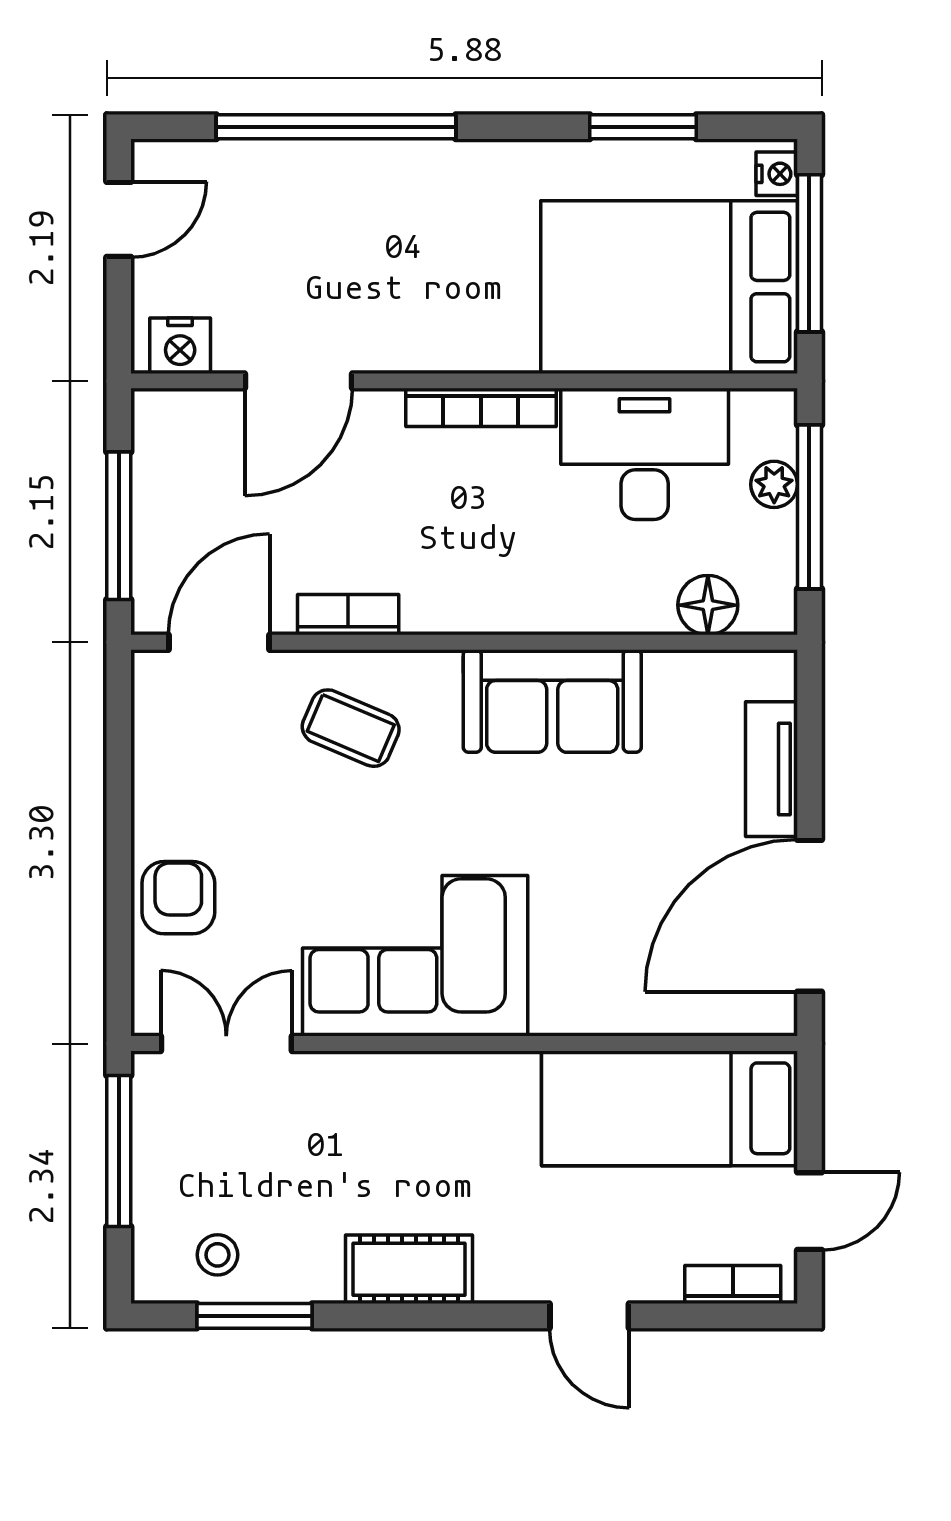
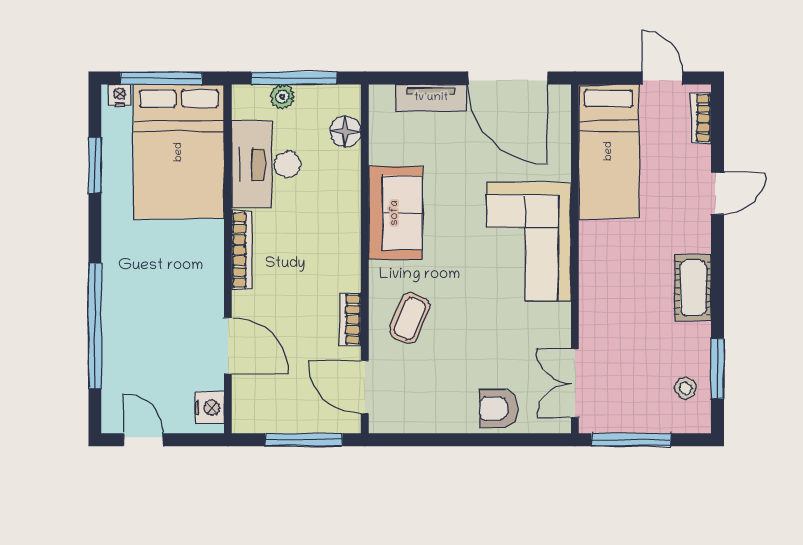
corner sofa: (415, 956) -> (529, 242), moved

